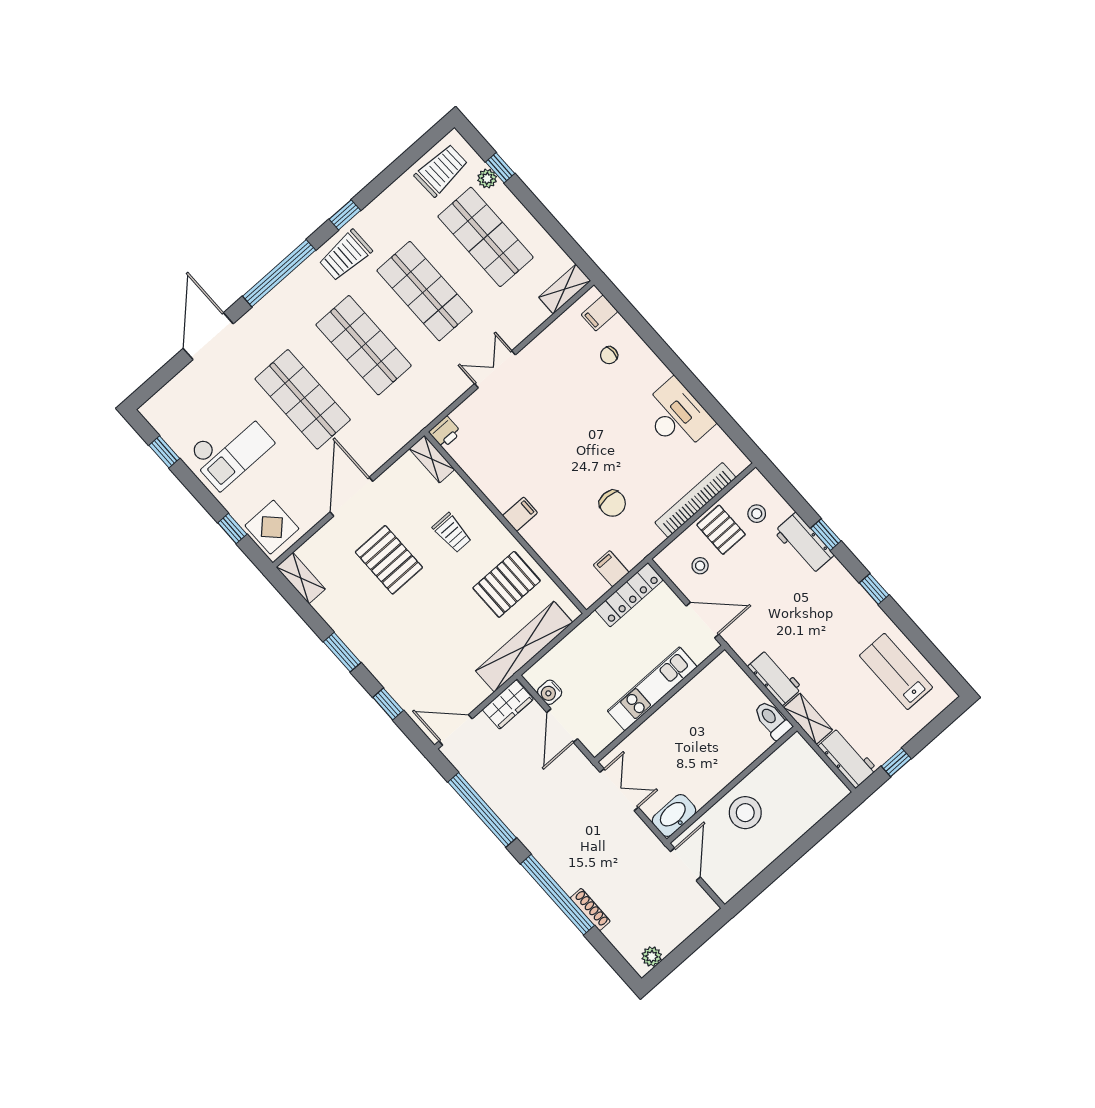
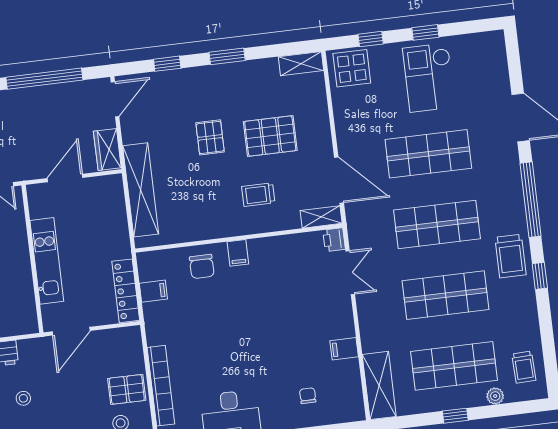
window: (500, 168) -> (455, 416), moved
trolley: (441, 170) -> (524, 367), width x0.73, depth x0.72
trolley: (345, 255) -> (510, 256), turned 180
shelving: (565, 289) -> (379, 385), width x1.50, depth x1.33
filing cabinet: (599, 313) -> (344, 349), moved, turned -90
double door: (495, 369) -> (350, 273), moved
window: (164, 452) -> (425, 32), moved
door: (351, 497) -> (339, 180), moved
chair: (612, 503) -> (202, 266), moved, turned -90
stool: (700, 566) -> (23, 398), moved
pallet: (507, 584) -> (210, 137), moved, width x0.67, depth x0.71
water cooler: (550, 692) -> (95, 185), removed
door: (562, 726) -> (65, 178), hinge flipped

